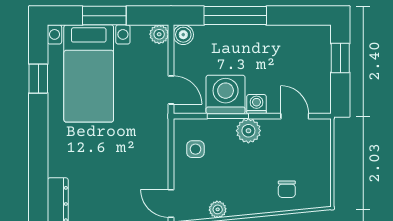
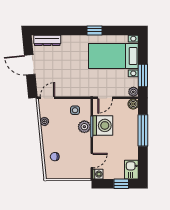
window: (104, 16) -> (143, 75), moved
kitchen sink: (313, 38) -> (131, 170), added
window: (38, 79) -> (95, 30), moved
washing machine: (256, 104) -> (98, 174), moved
plant: (248, 131) -> (84, 127), moved

